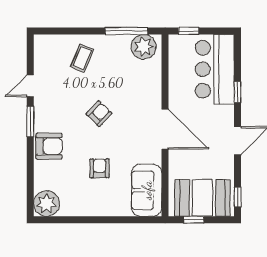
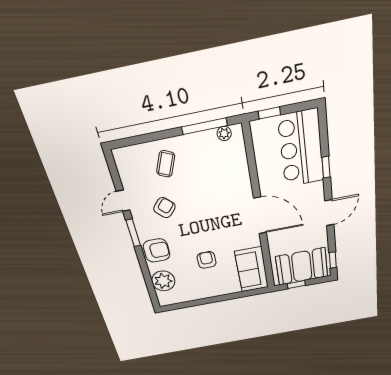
plant: (144, 47) -> (224, 133), width x0.53, depth x0.53
armchair: (99, 114) -> (164, 208), moved
plant: (46, 204) -> (163, 281), moved

